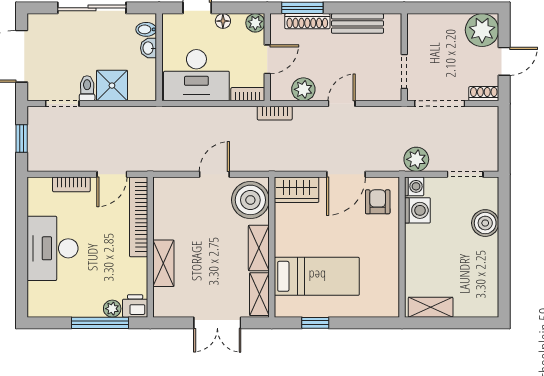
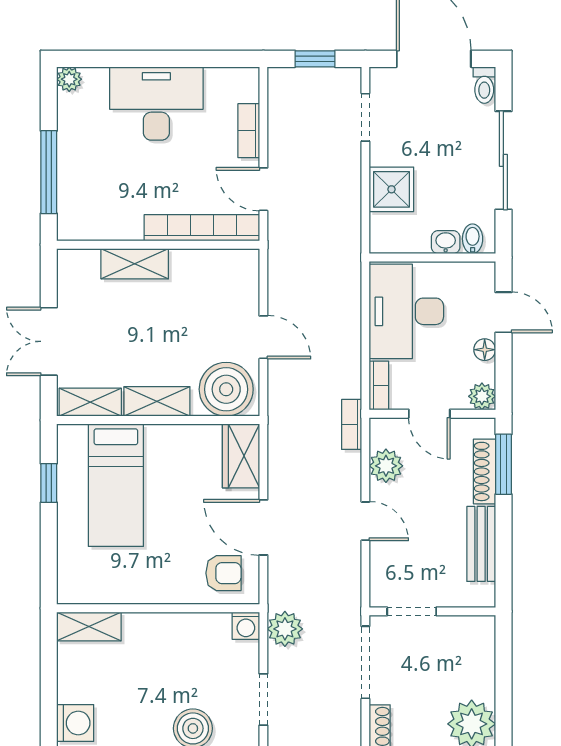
toilet: (87, 88) -> (484, 85), moved, turned 90
washing machine: (417, 210) -> (75, 723), moved, turned -90
printer: (135, 306) -> (73, 223), removed
shelving: (431, 307) -> (89, 627), moved, turned 90
plant: (112, 309) -> (69, 79), moved

